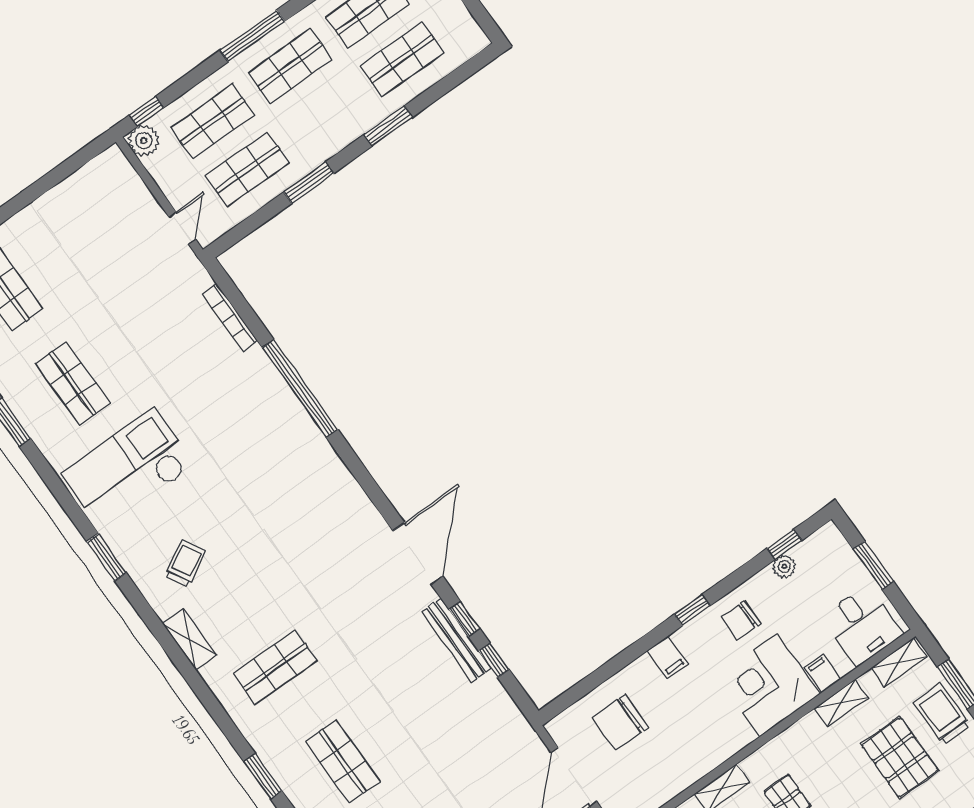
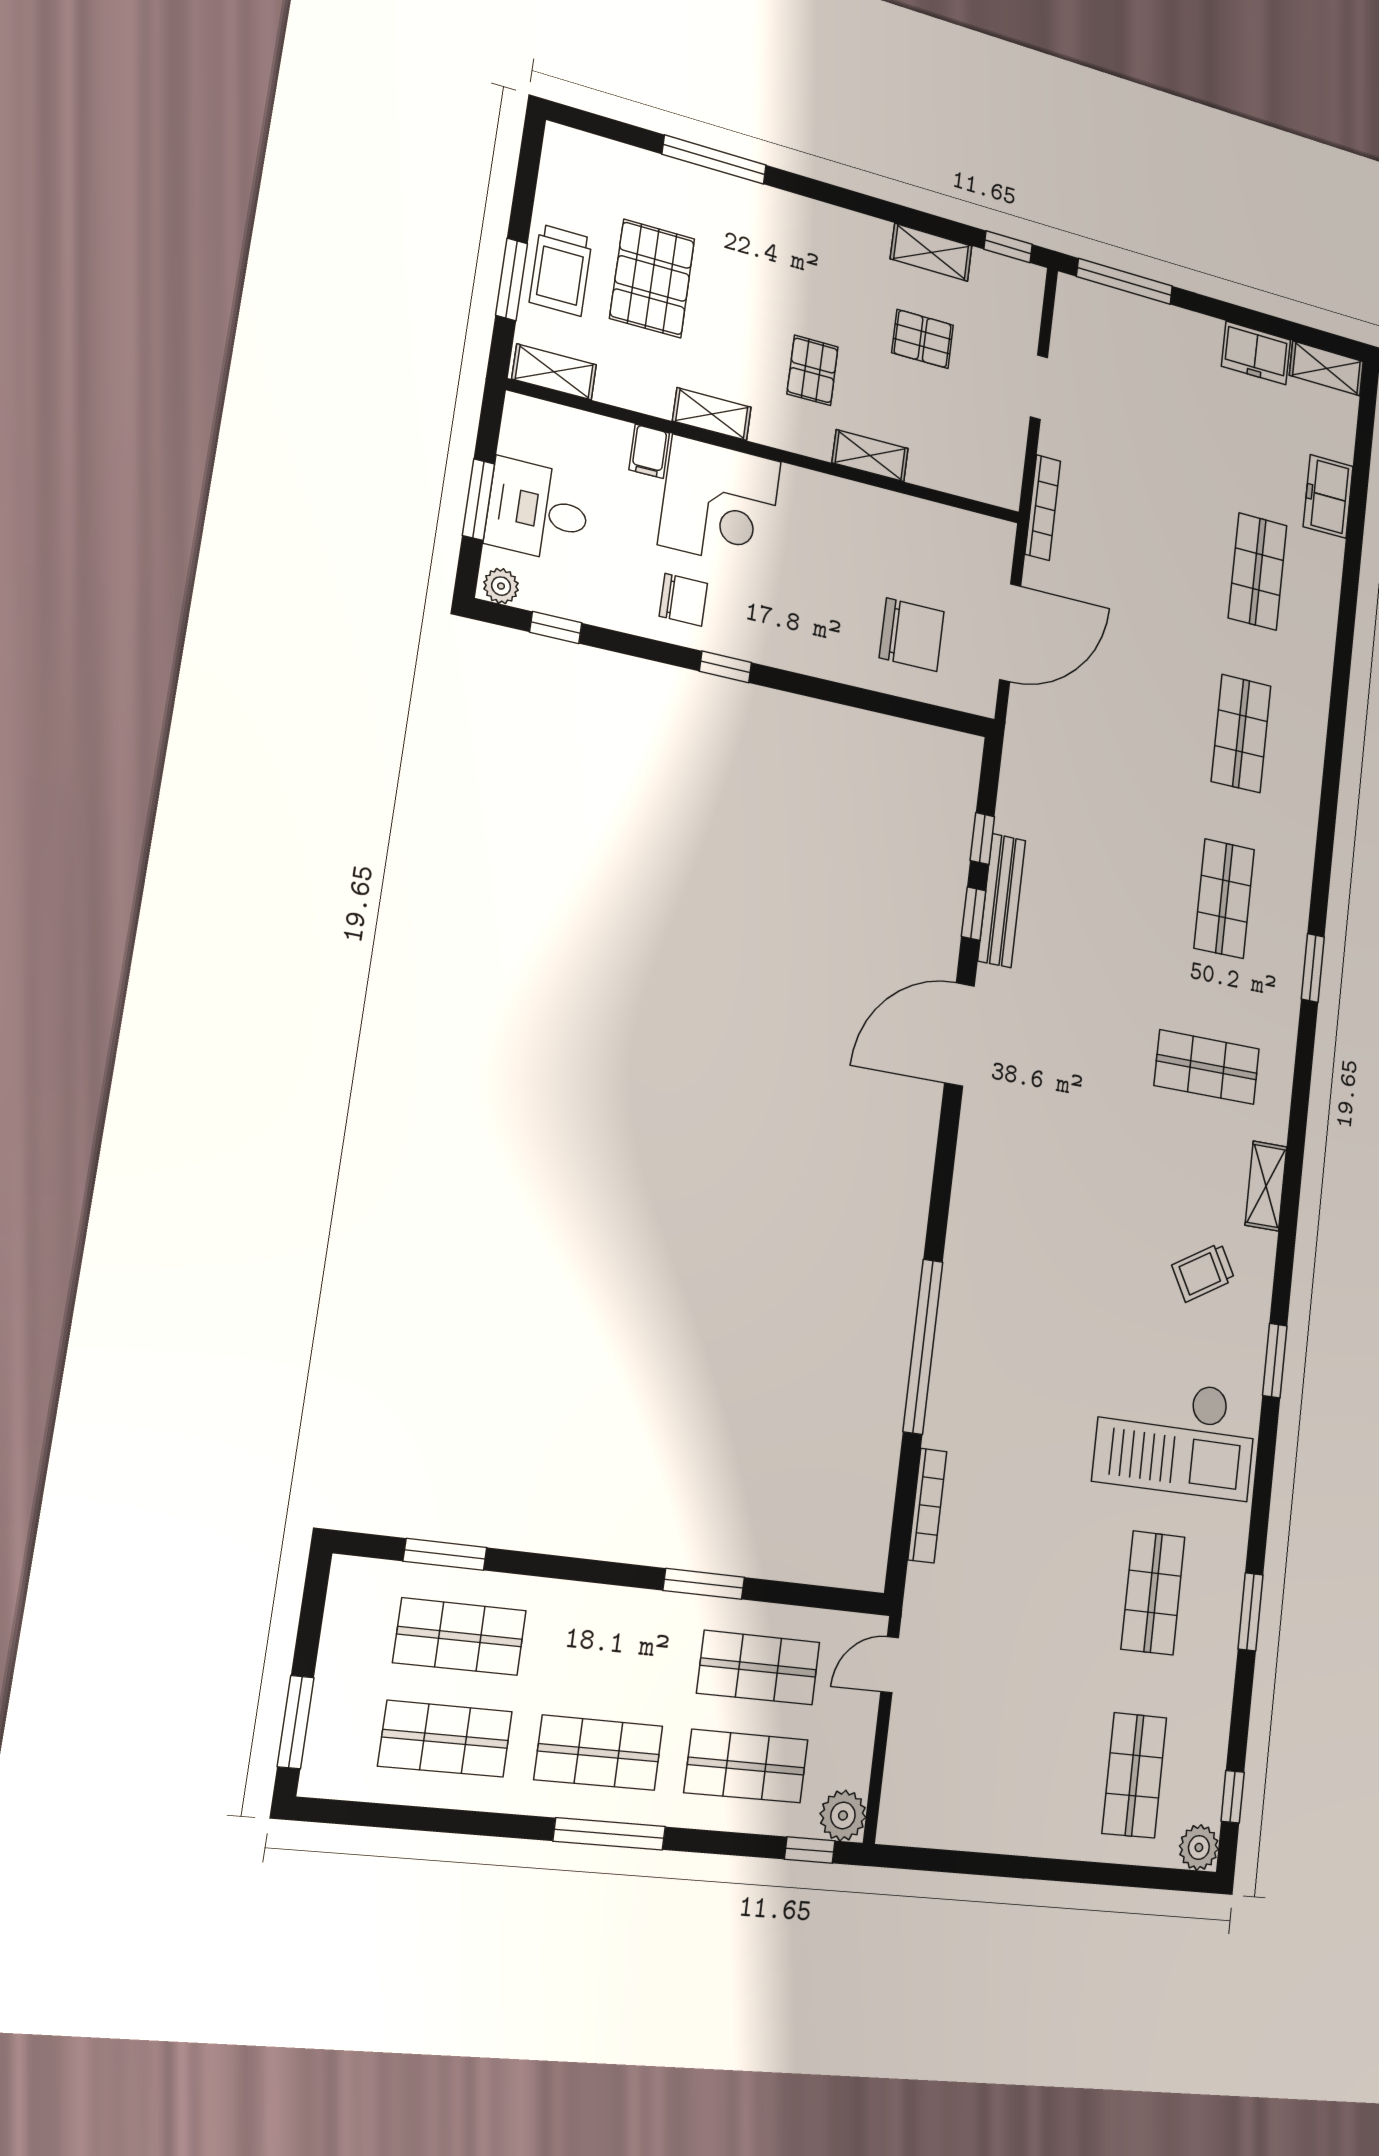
window: (388, 126) -> (445, 1554), moved
plant: (784, 566) -> (501, 586), moved
desk: (862, 625) -> (538, 511), moved, turned -90
filing cabinet: (668, 657) -> (799, 647), removed
shelving: (841, 703) -> (712, 414), moved

